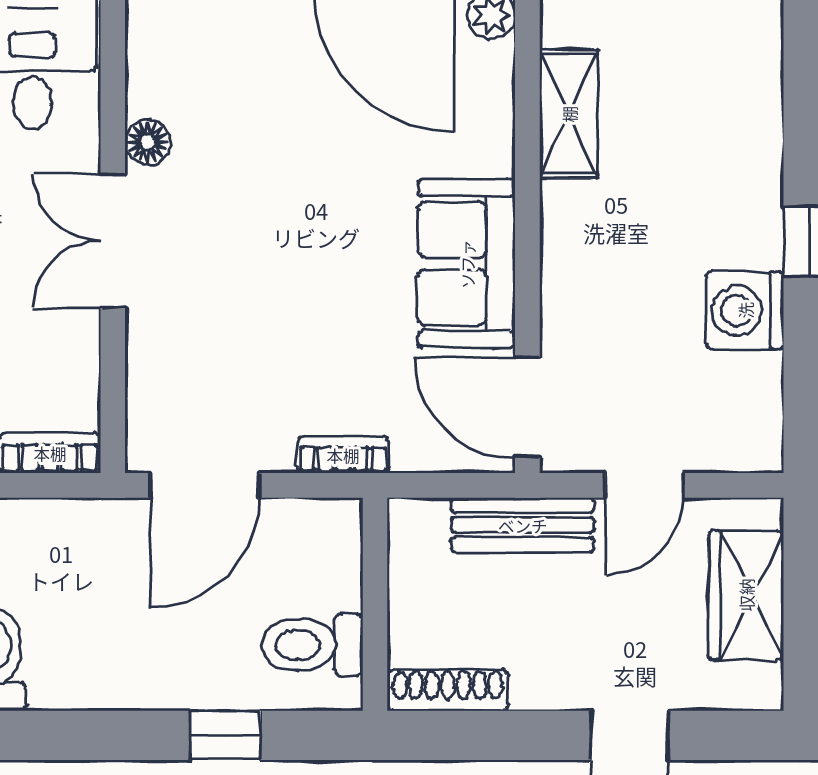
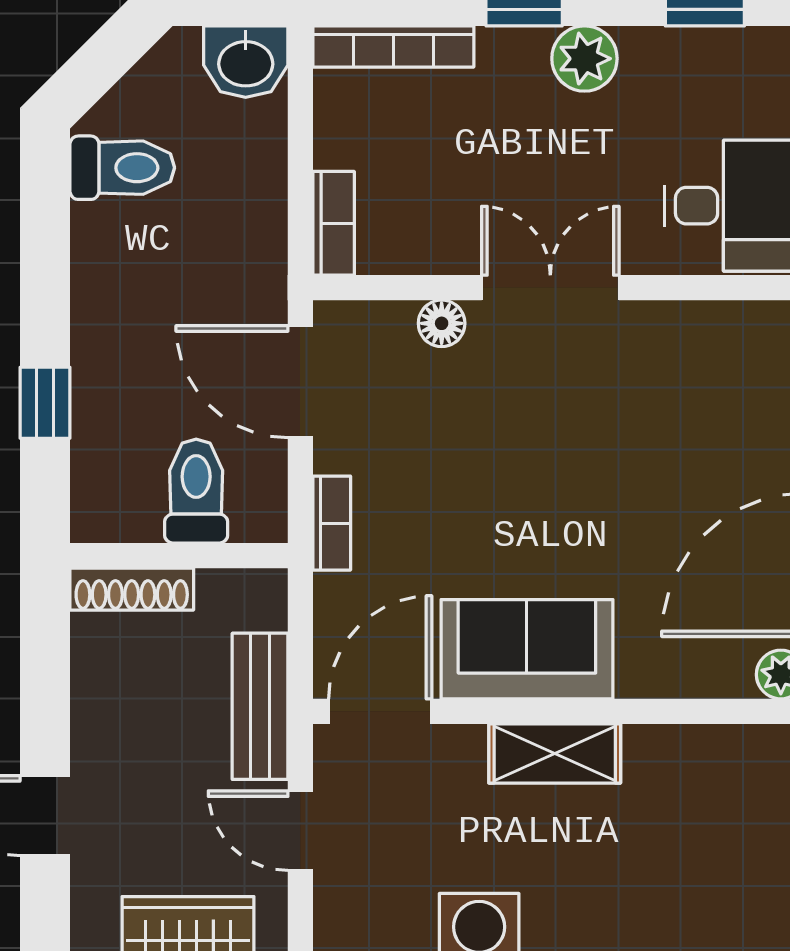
shelving: (569, 114) -> (555, 753), moved
floor lamp: (148, 142) -> (442, 323), moved
toilet: (312, 645) -> (196, 491), moved
shoe rack: (448, 690) -> (132, 589), moved, turned 90

